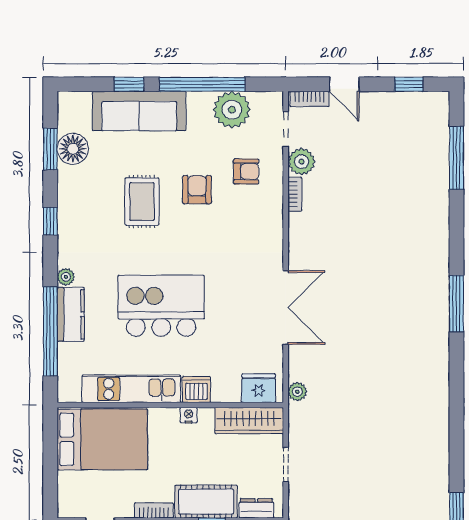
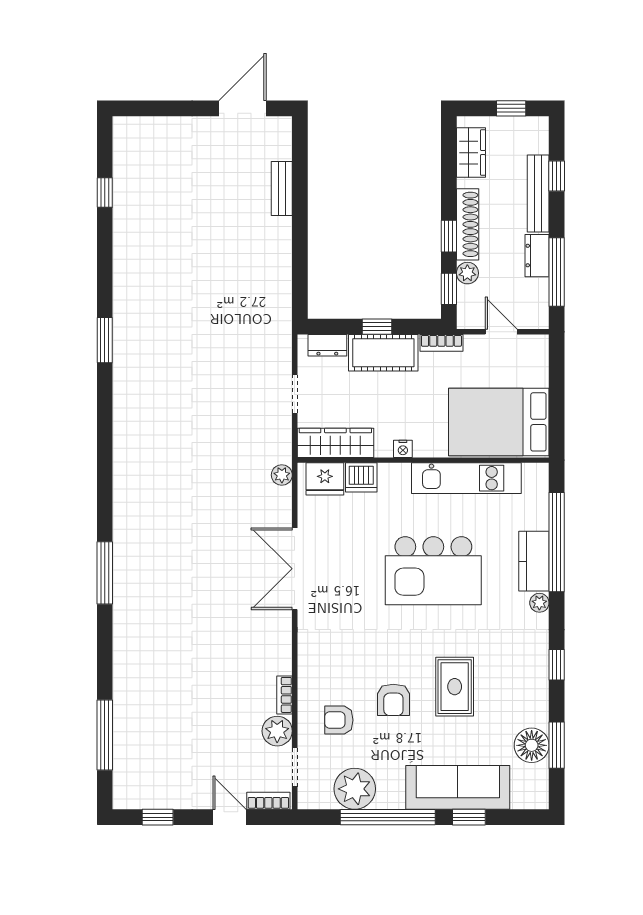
dishwasher: (196, 390) -> (361, 477), moved

